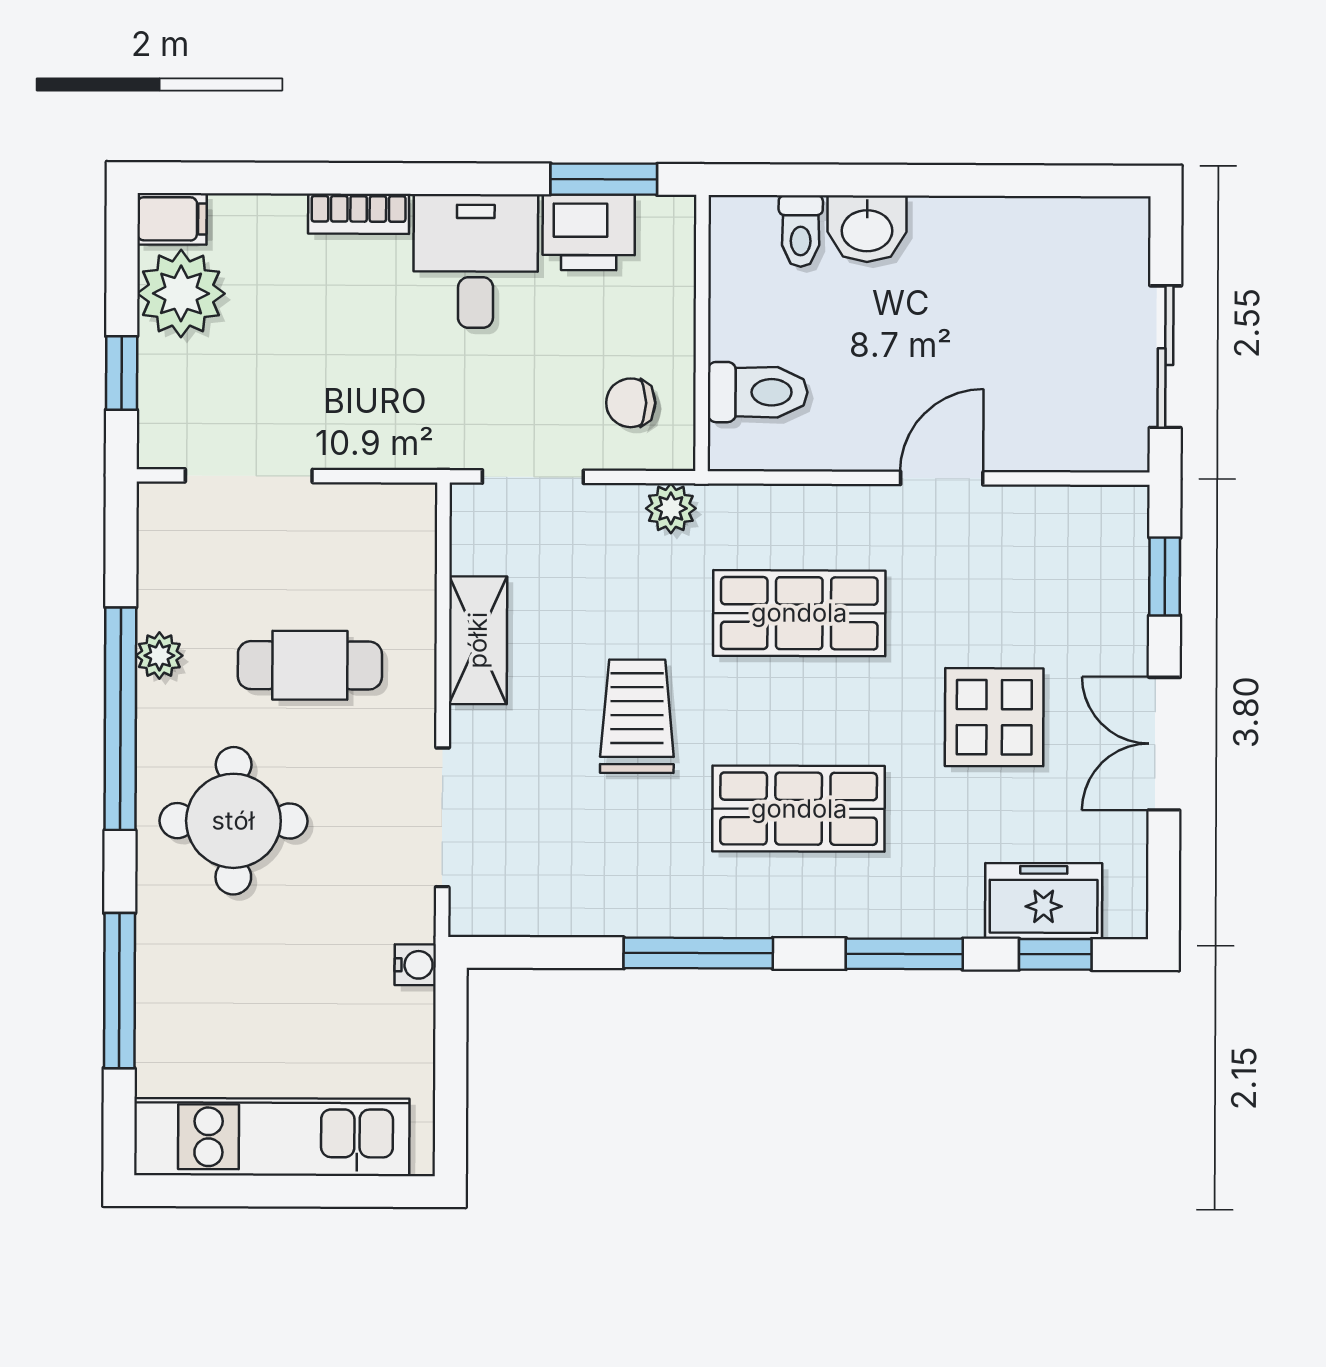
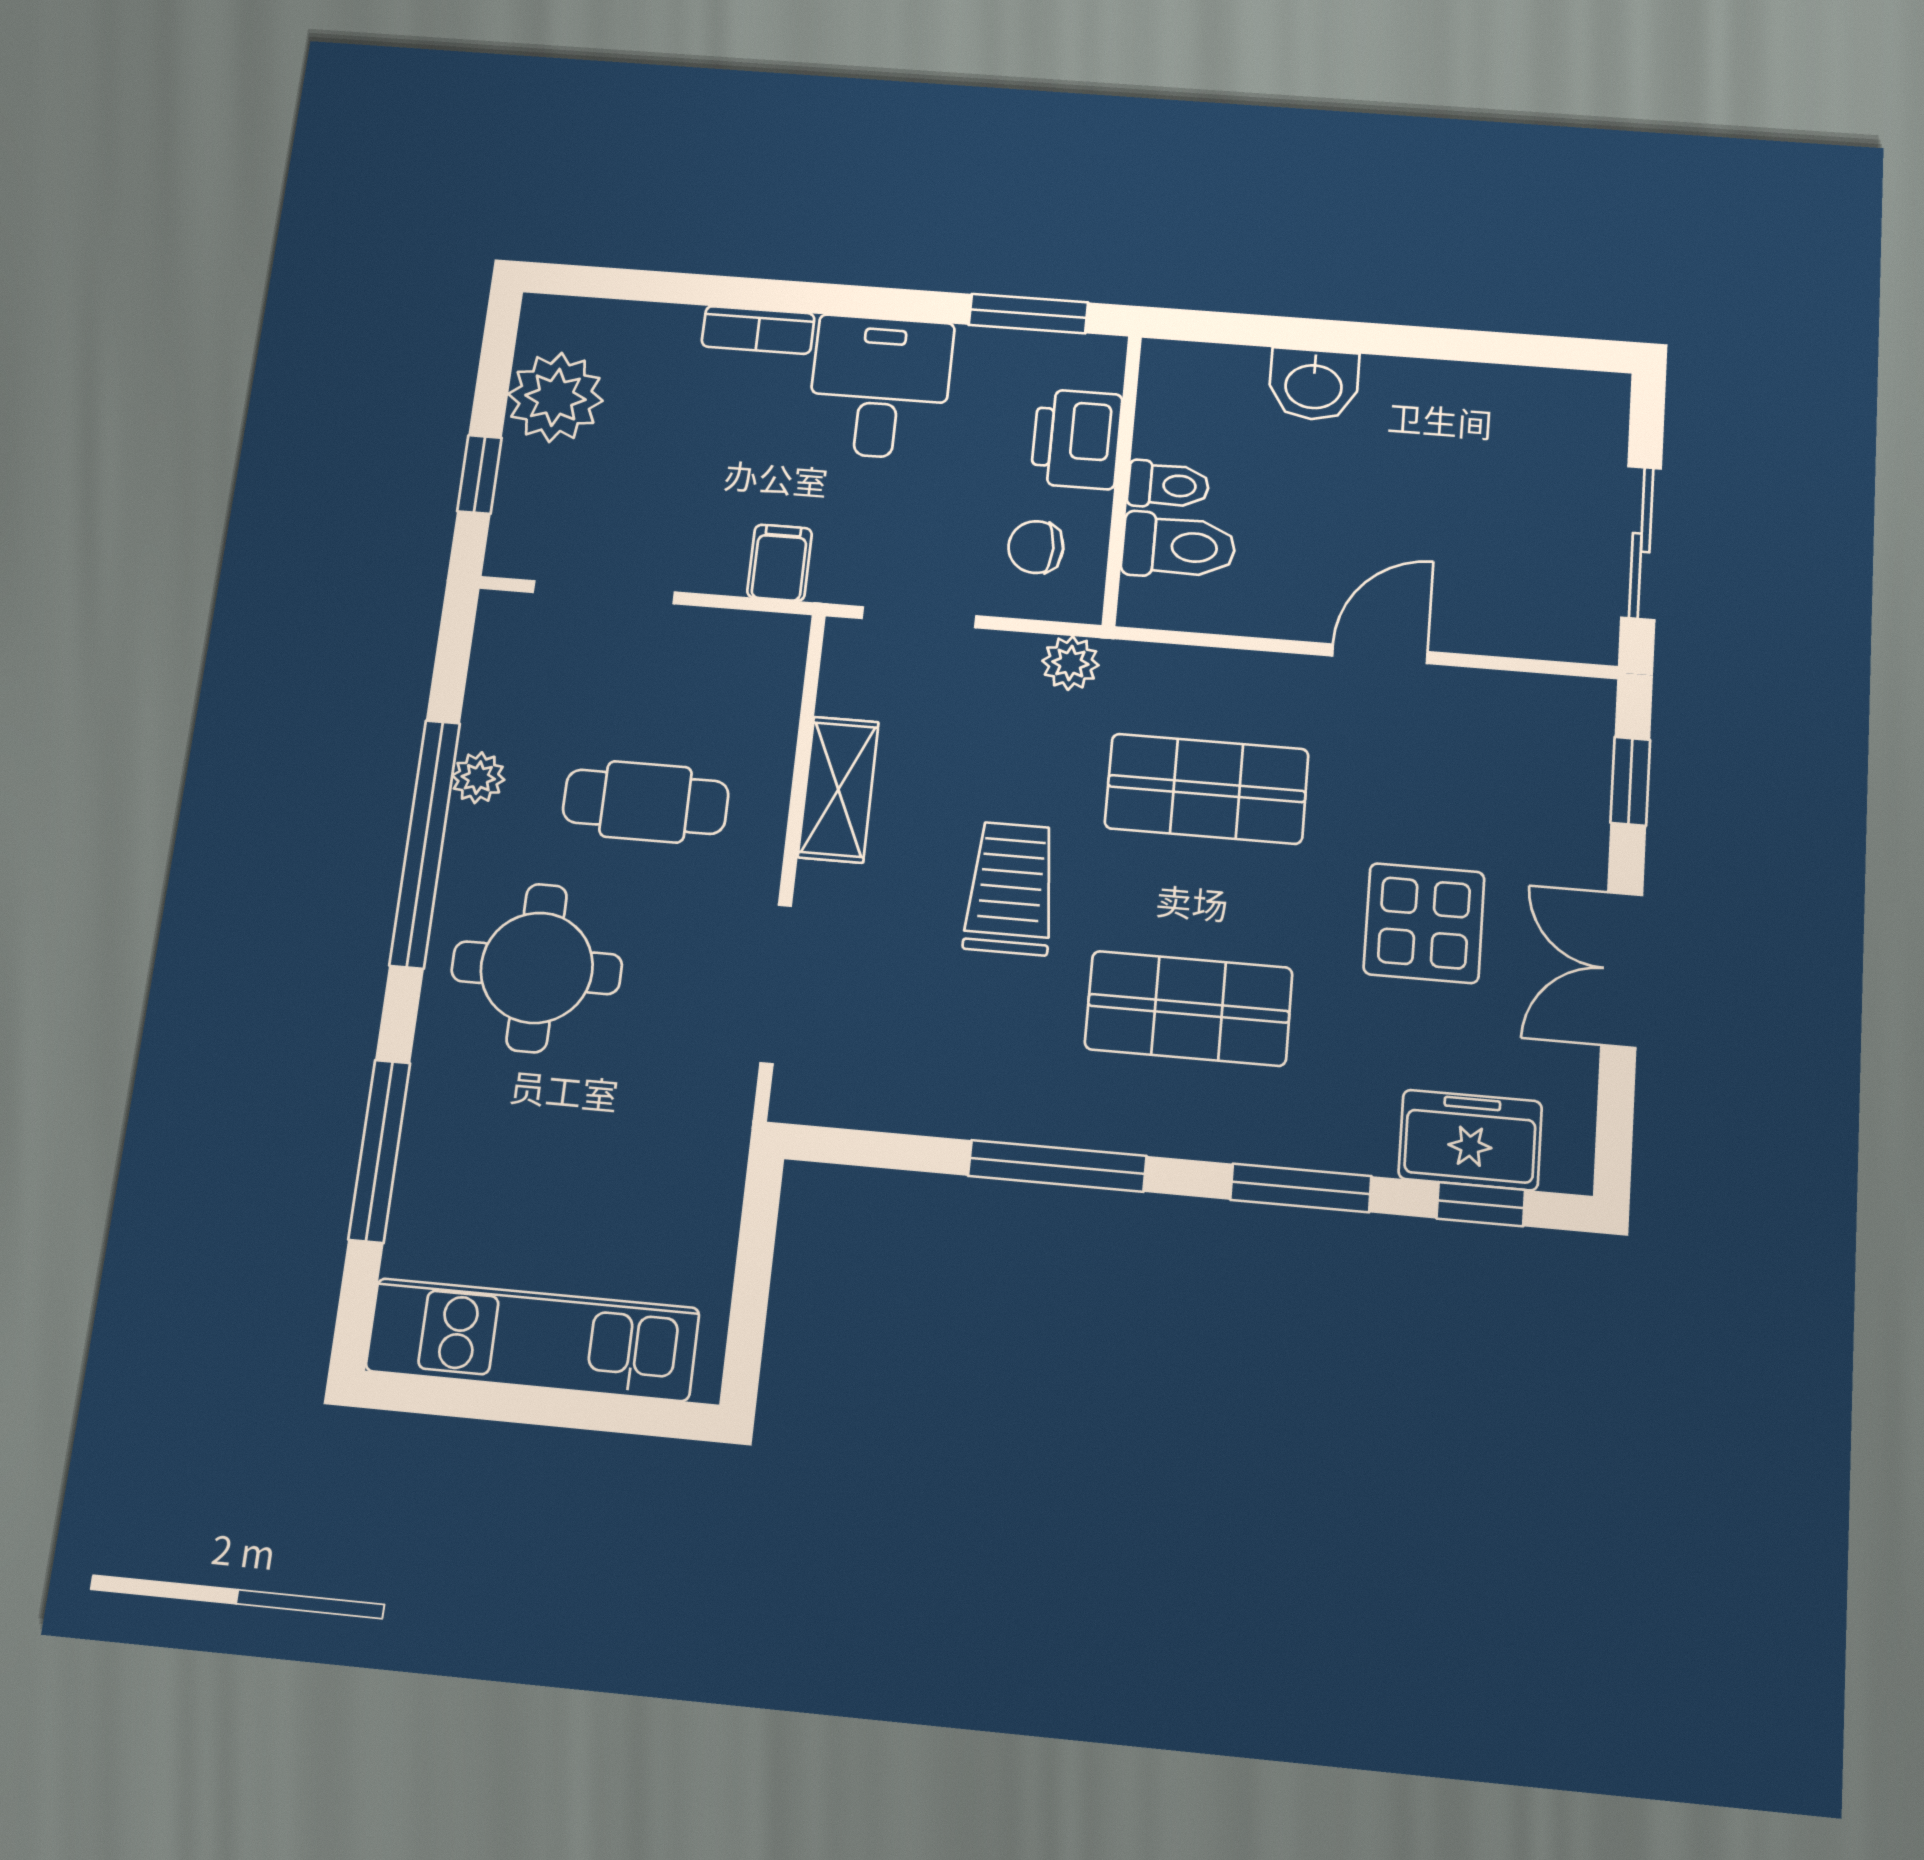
filing cabinet: (172, 219) -> (780, 563), moved, turned -90
toilet: (801, 231) -> (1168, 485), moved, turned -90
printer: (589, 232) -> (1076, 439), moved, turned 90
water cooler: (415, 965) -> (725, 1151), removed

